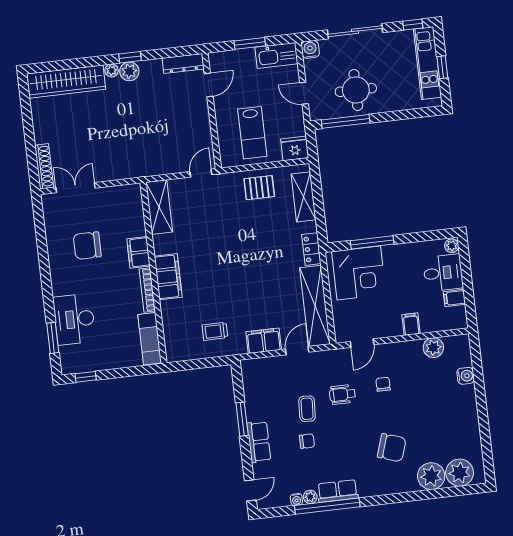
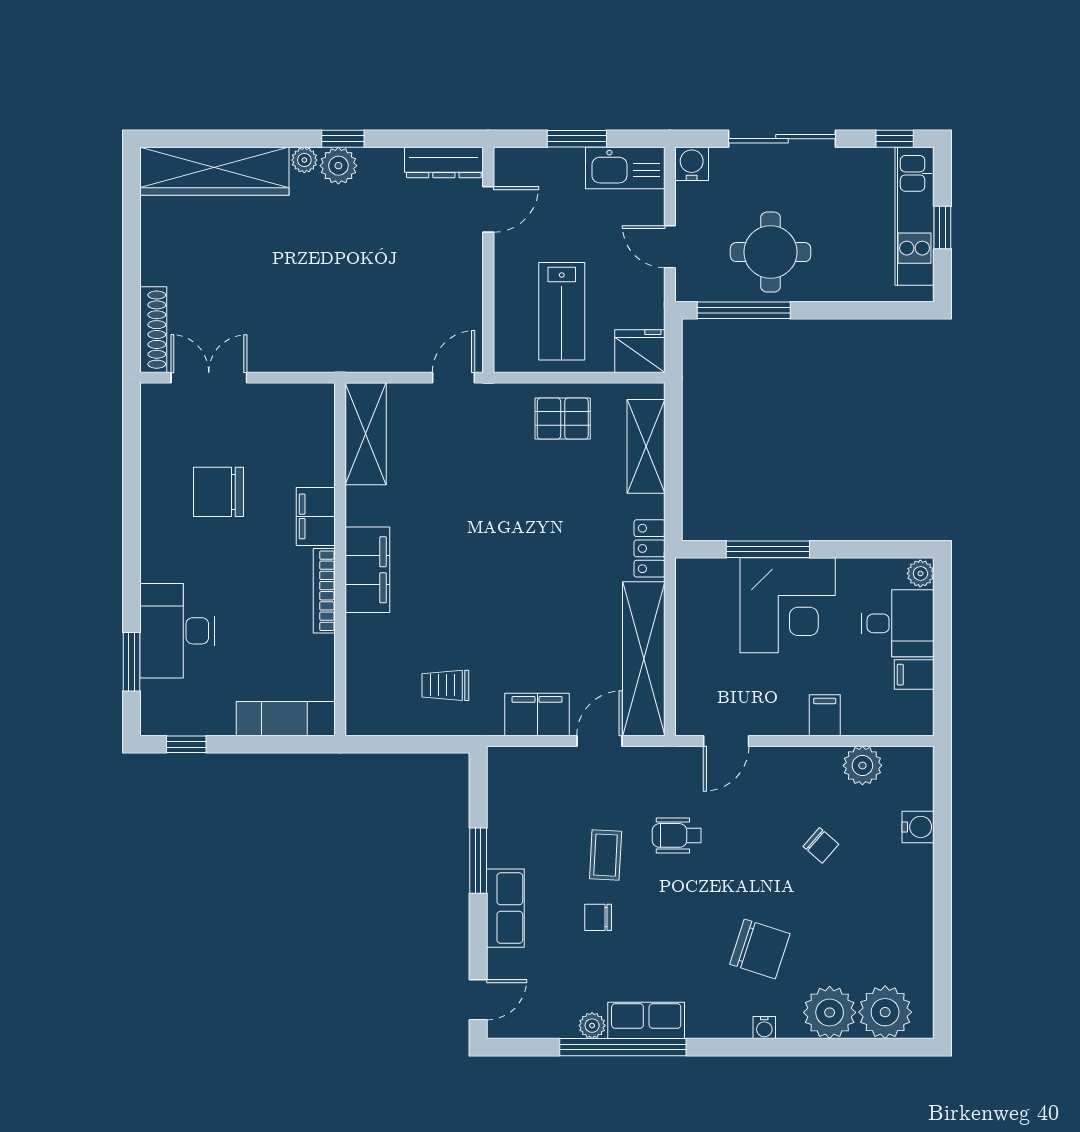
corner desk: (359, 273) -> (788, 605), moved
exam couch: (150, 339) -> (286, 719), moved, turned 90
chair: (383, 384) -> (821, 845), moved, turned 131
chair: (307, 441) -> (598, 917), turned 180
water cooler: (296, 499) -> (764, 1028), moved

